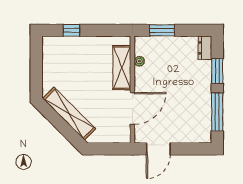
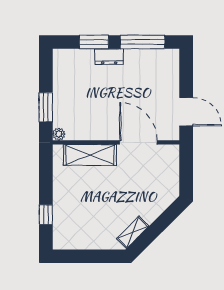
dresser: (205, 48) -> (109, 57), moved
plant: (139, 61) -> (59, 134), moved
shelving: (69, 114) -> (133, 232), width x0.45, depth x0.75

